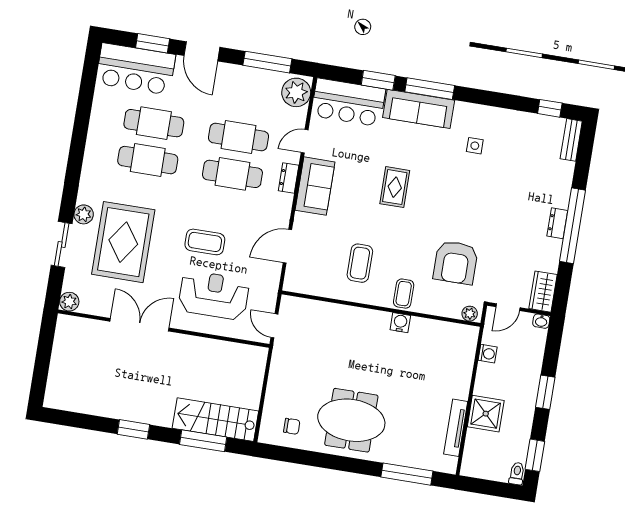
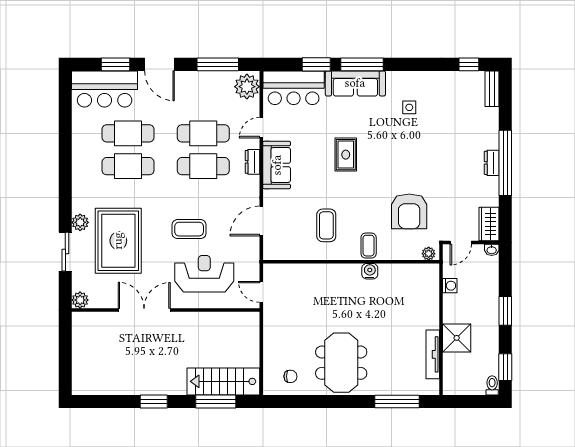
meeting table: (351, 420) -> (341, 363), turned 90

